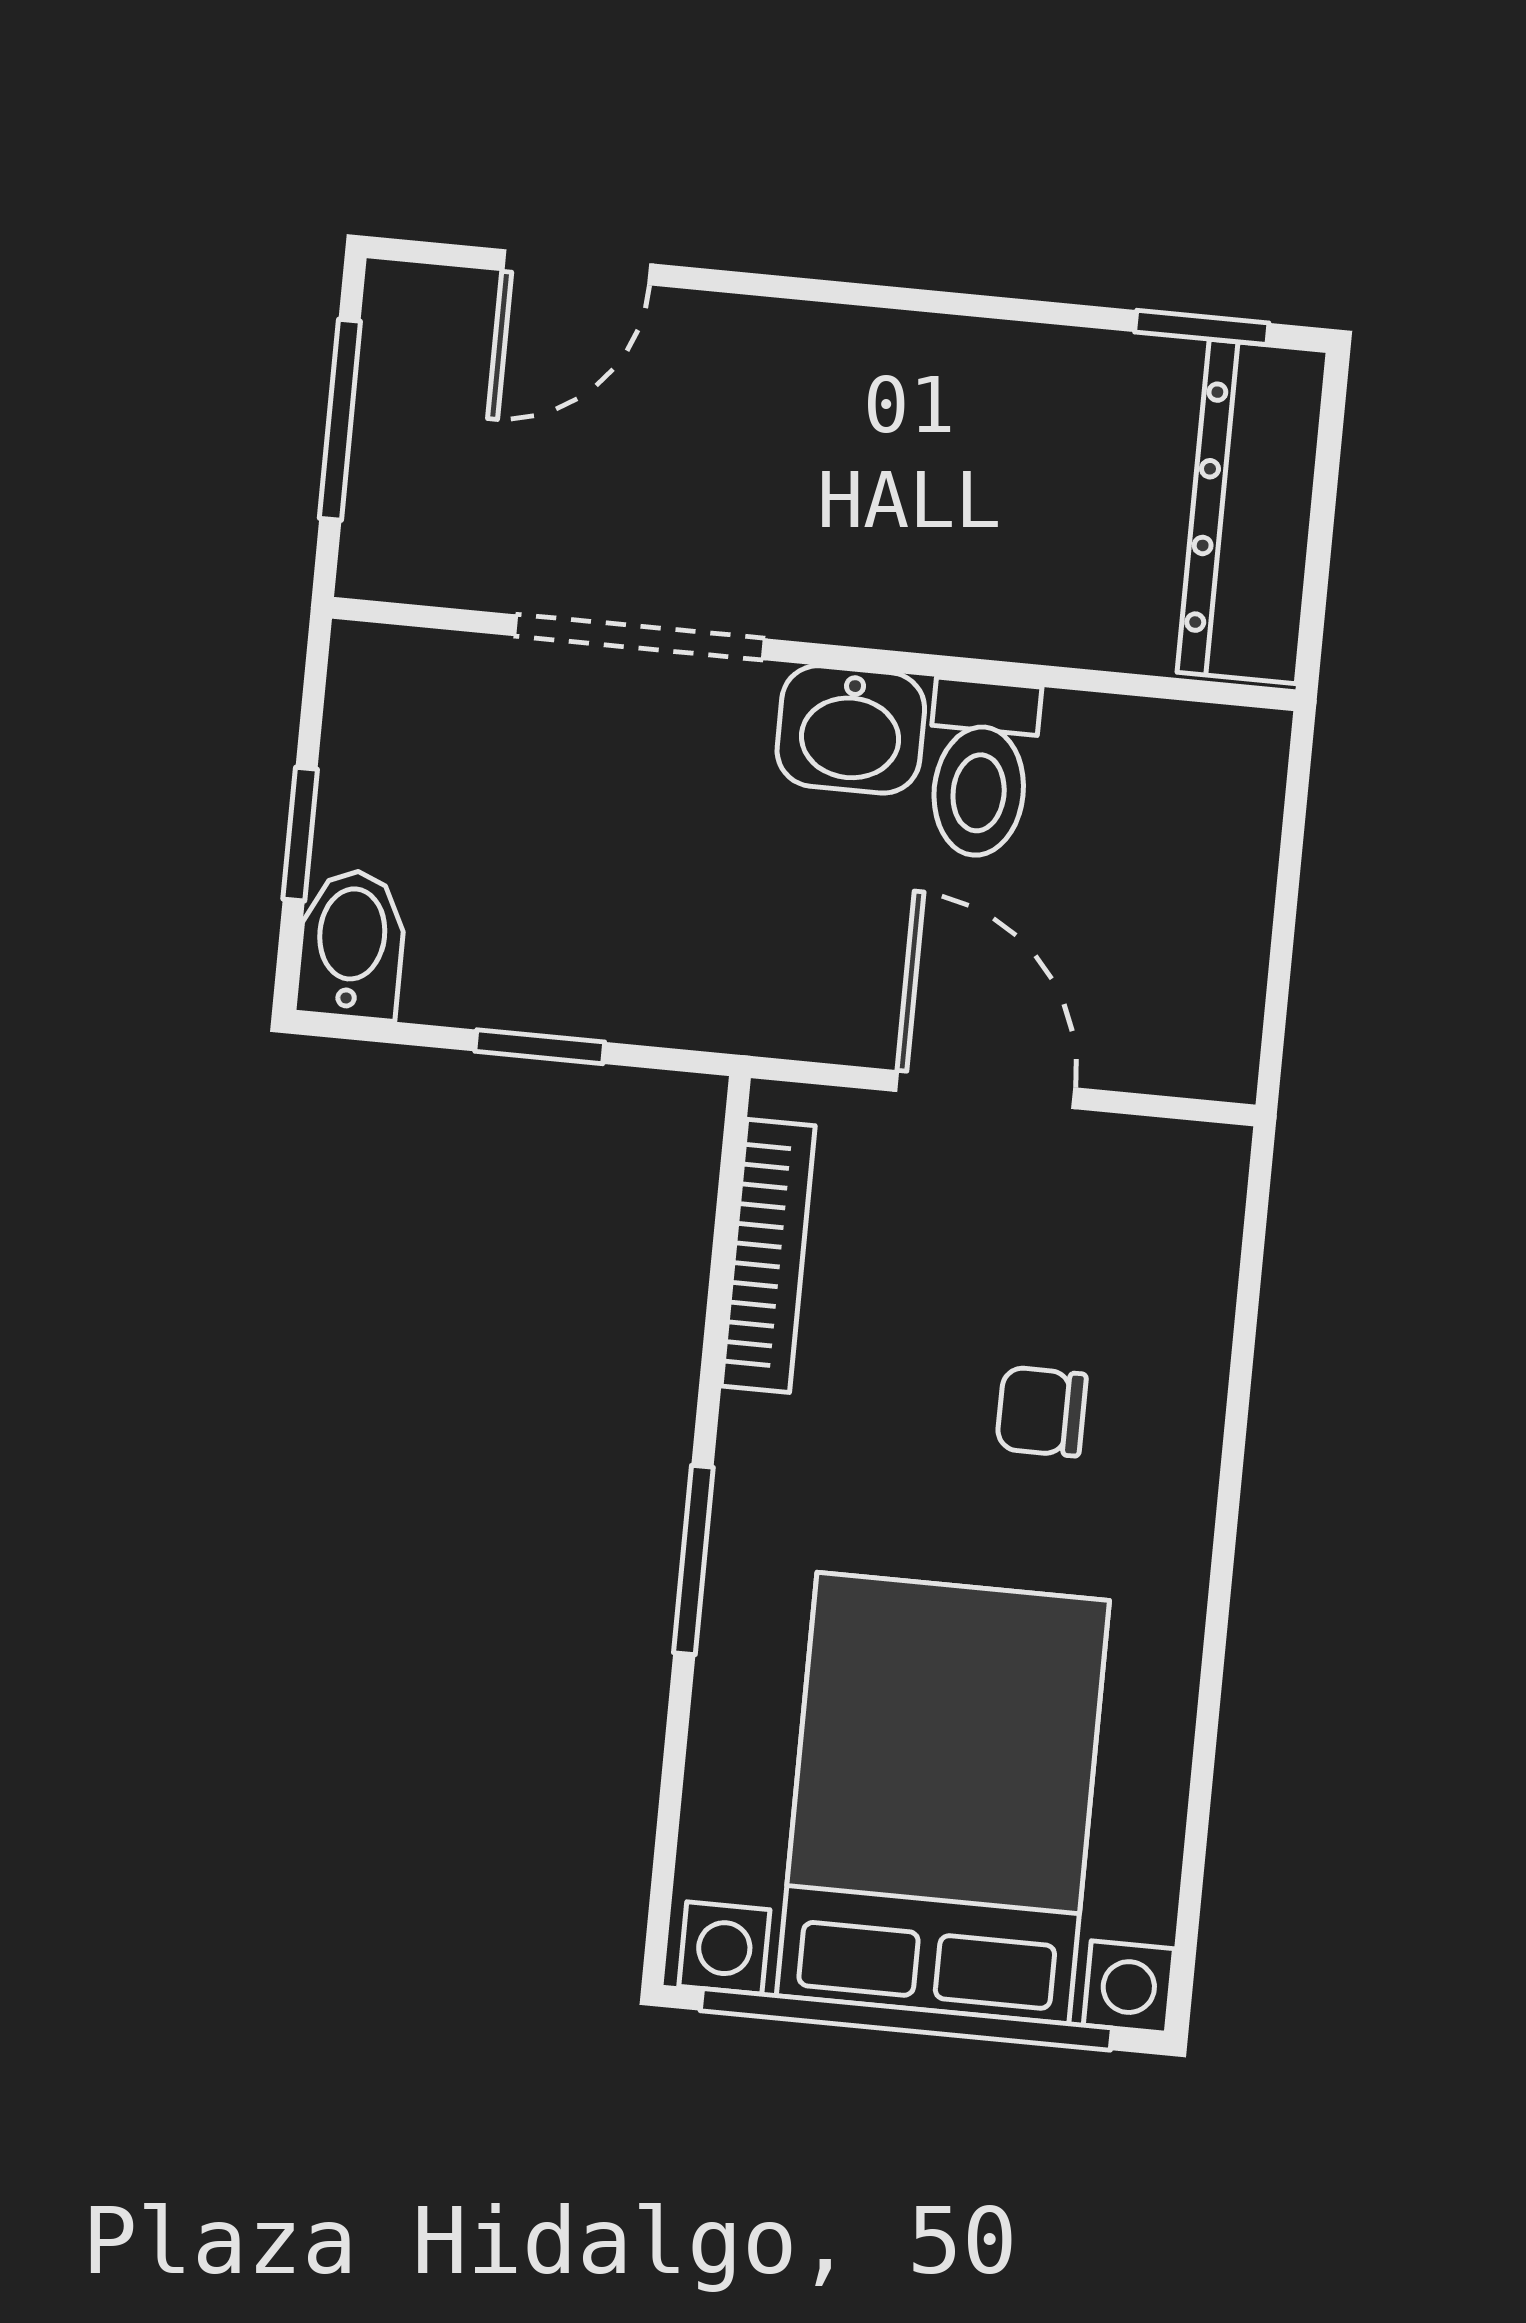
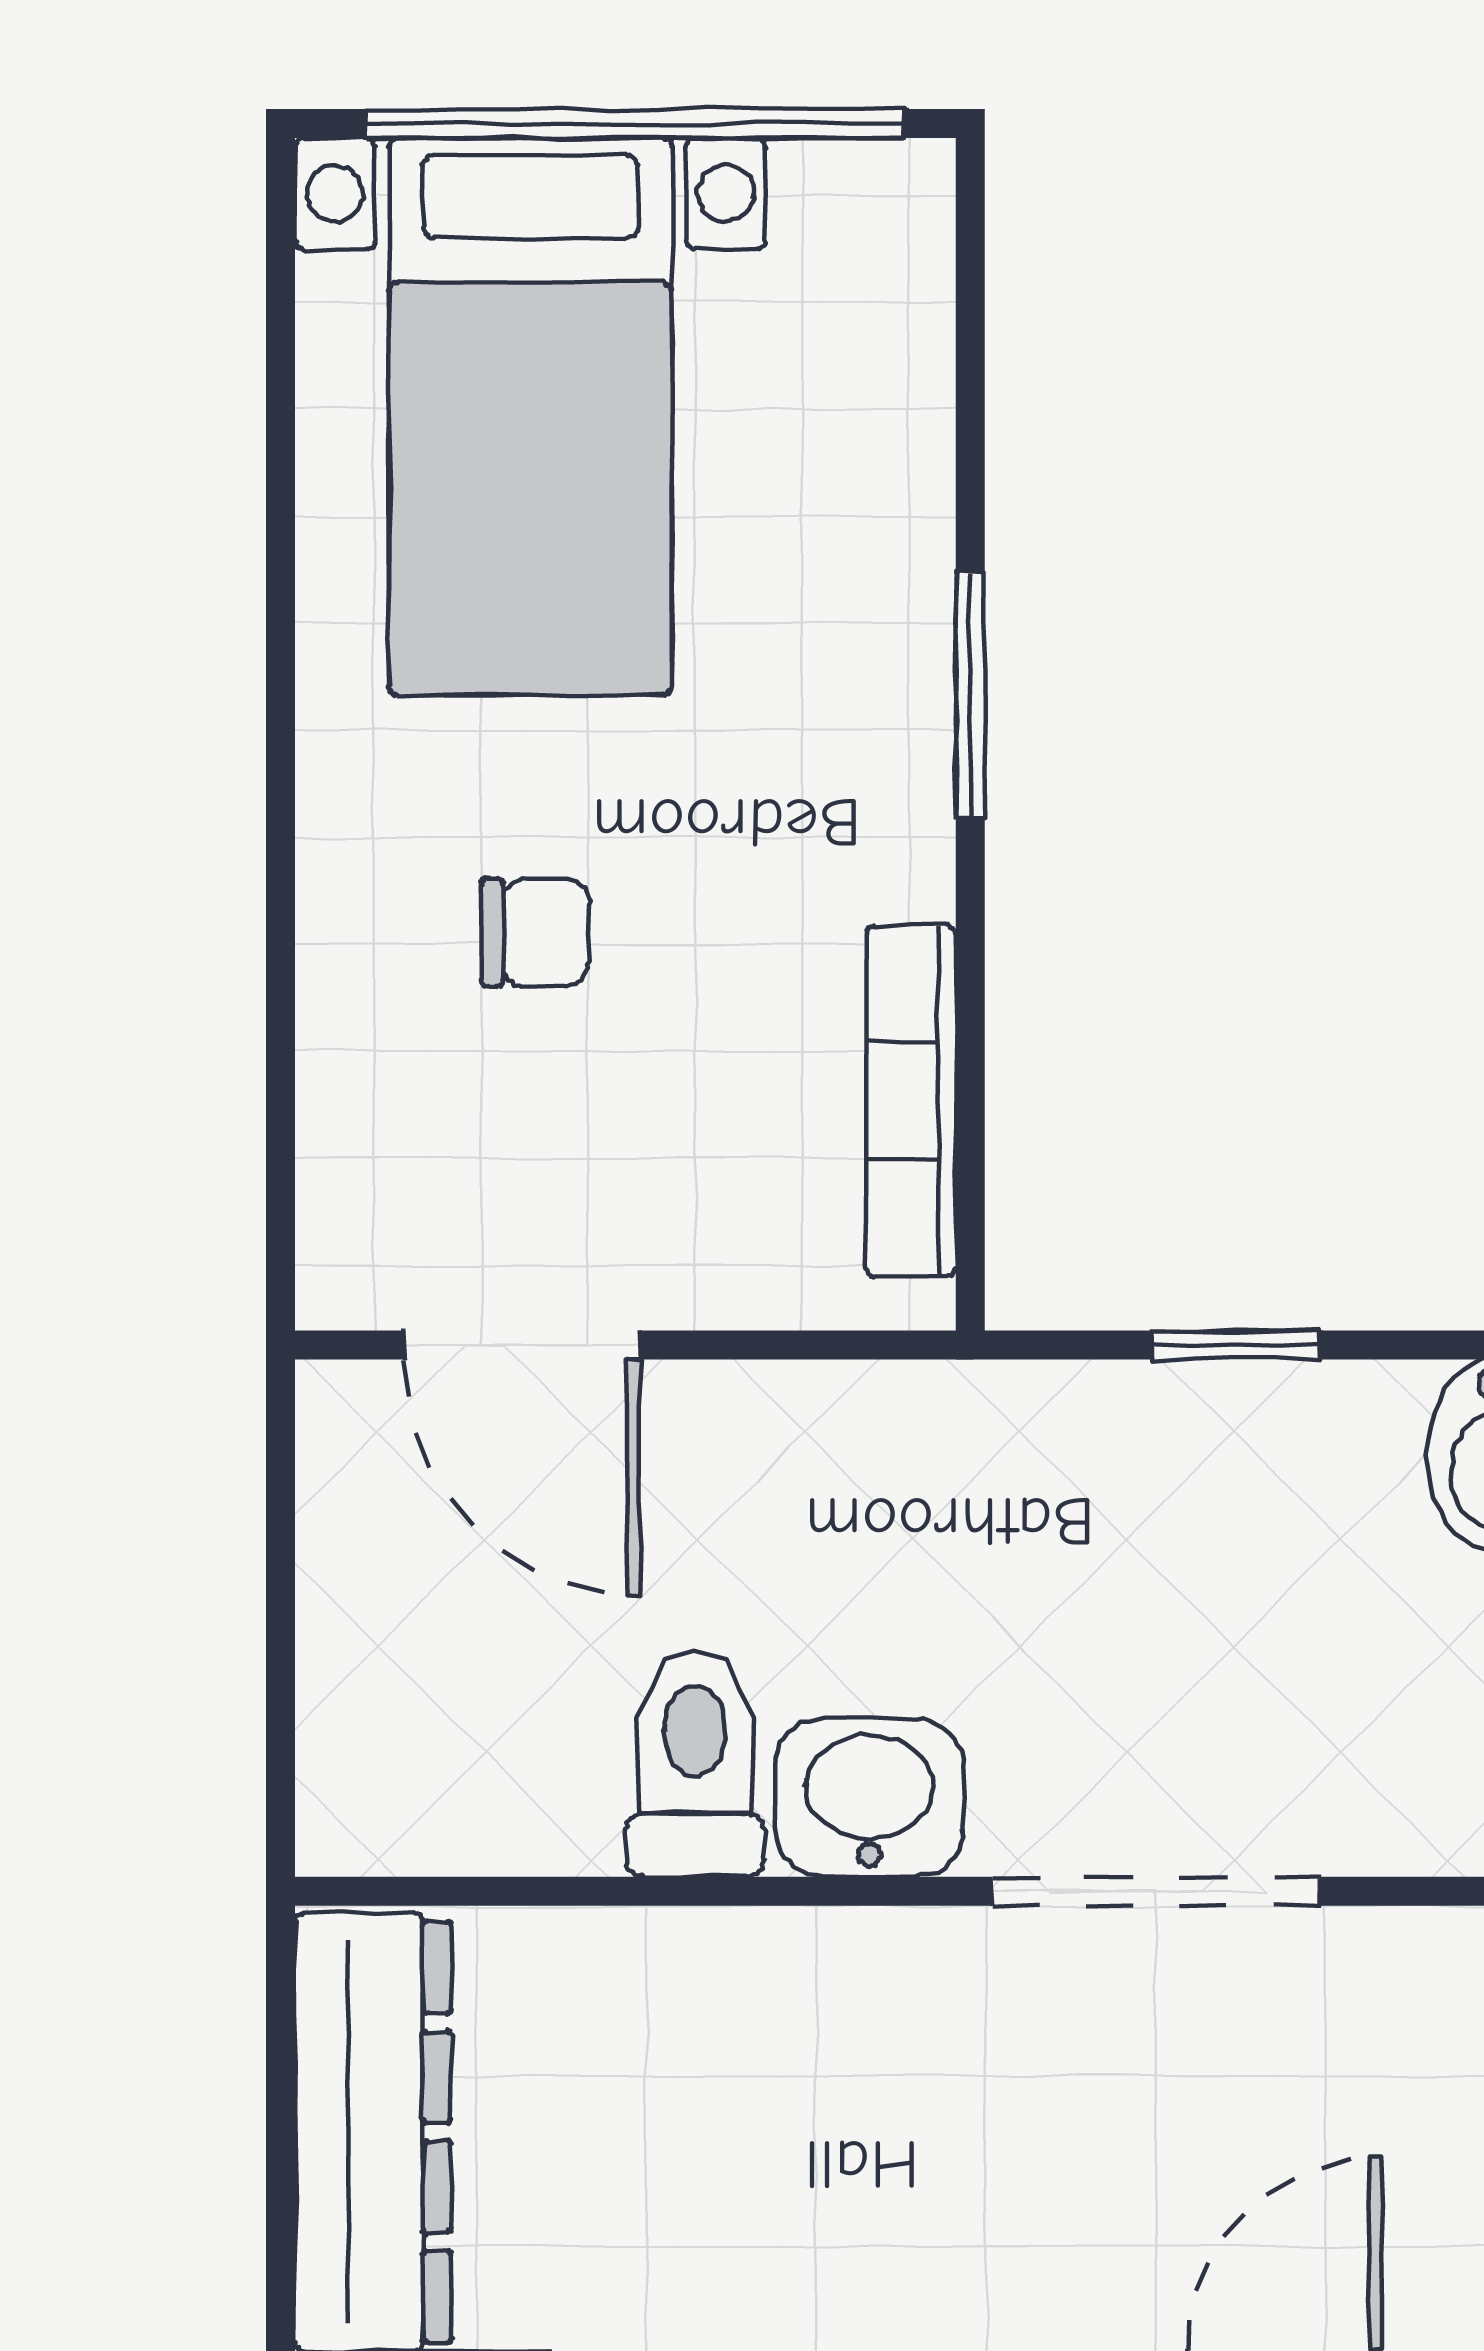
door: (985, 1090) -> (522, 1345), moved
bed with nightstands: (943, 1798) -> (530, 416), width x0.73

